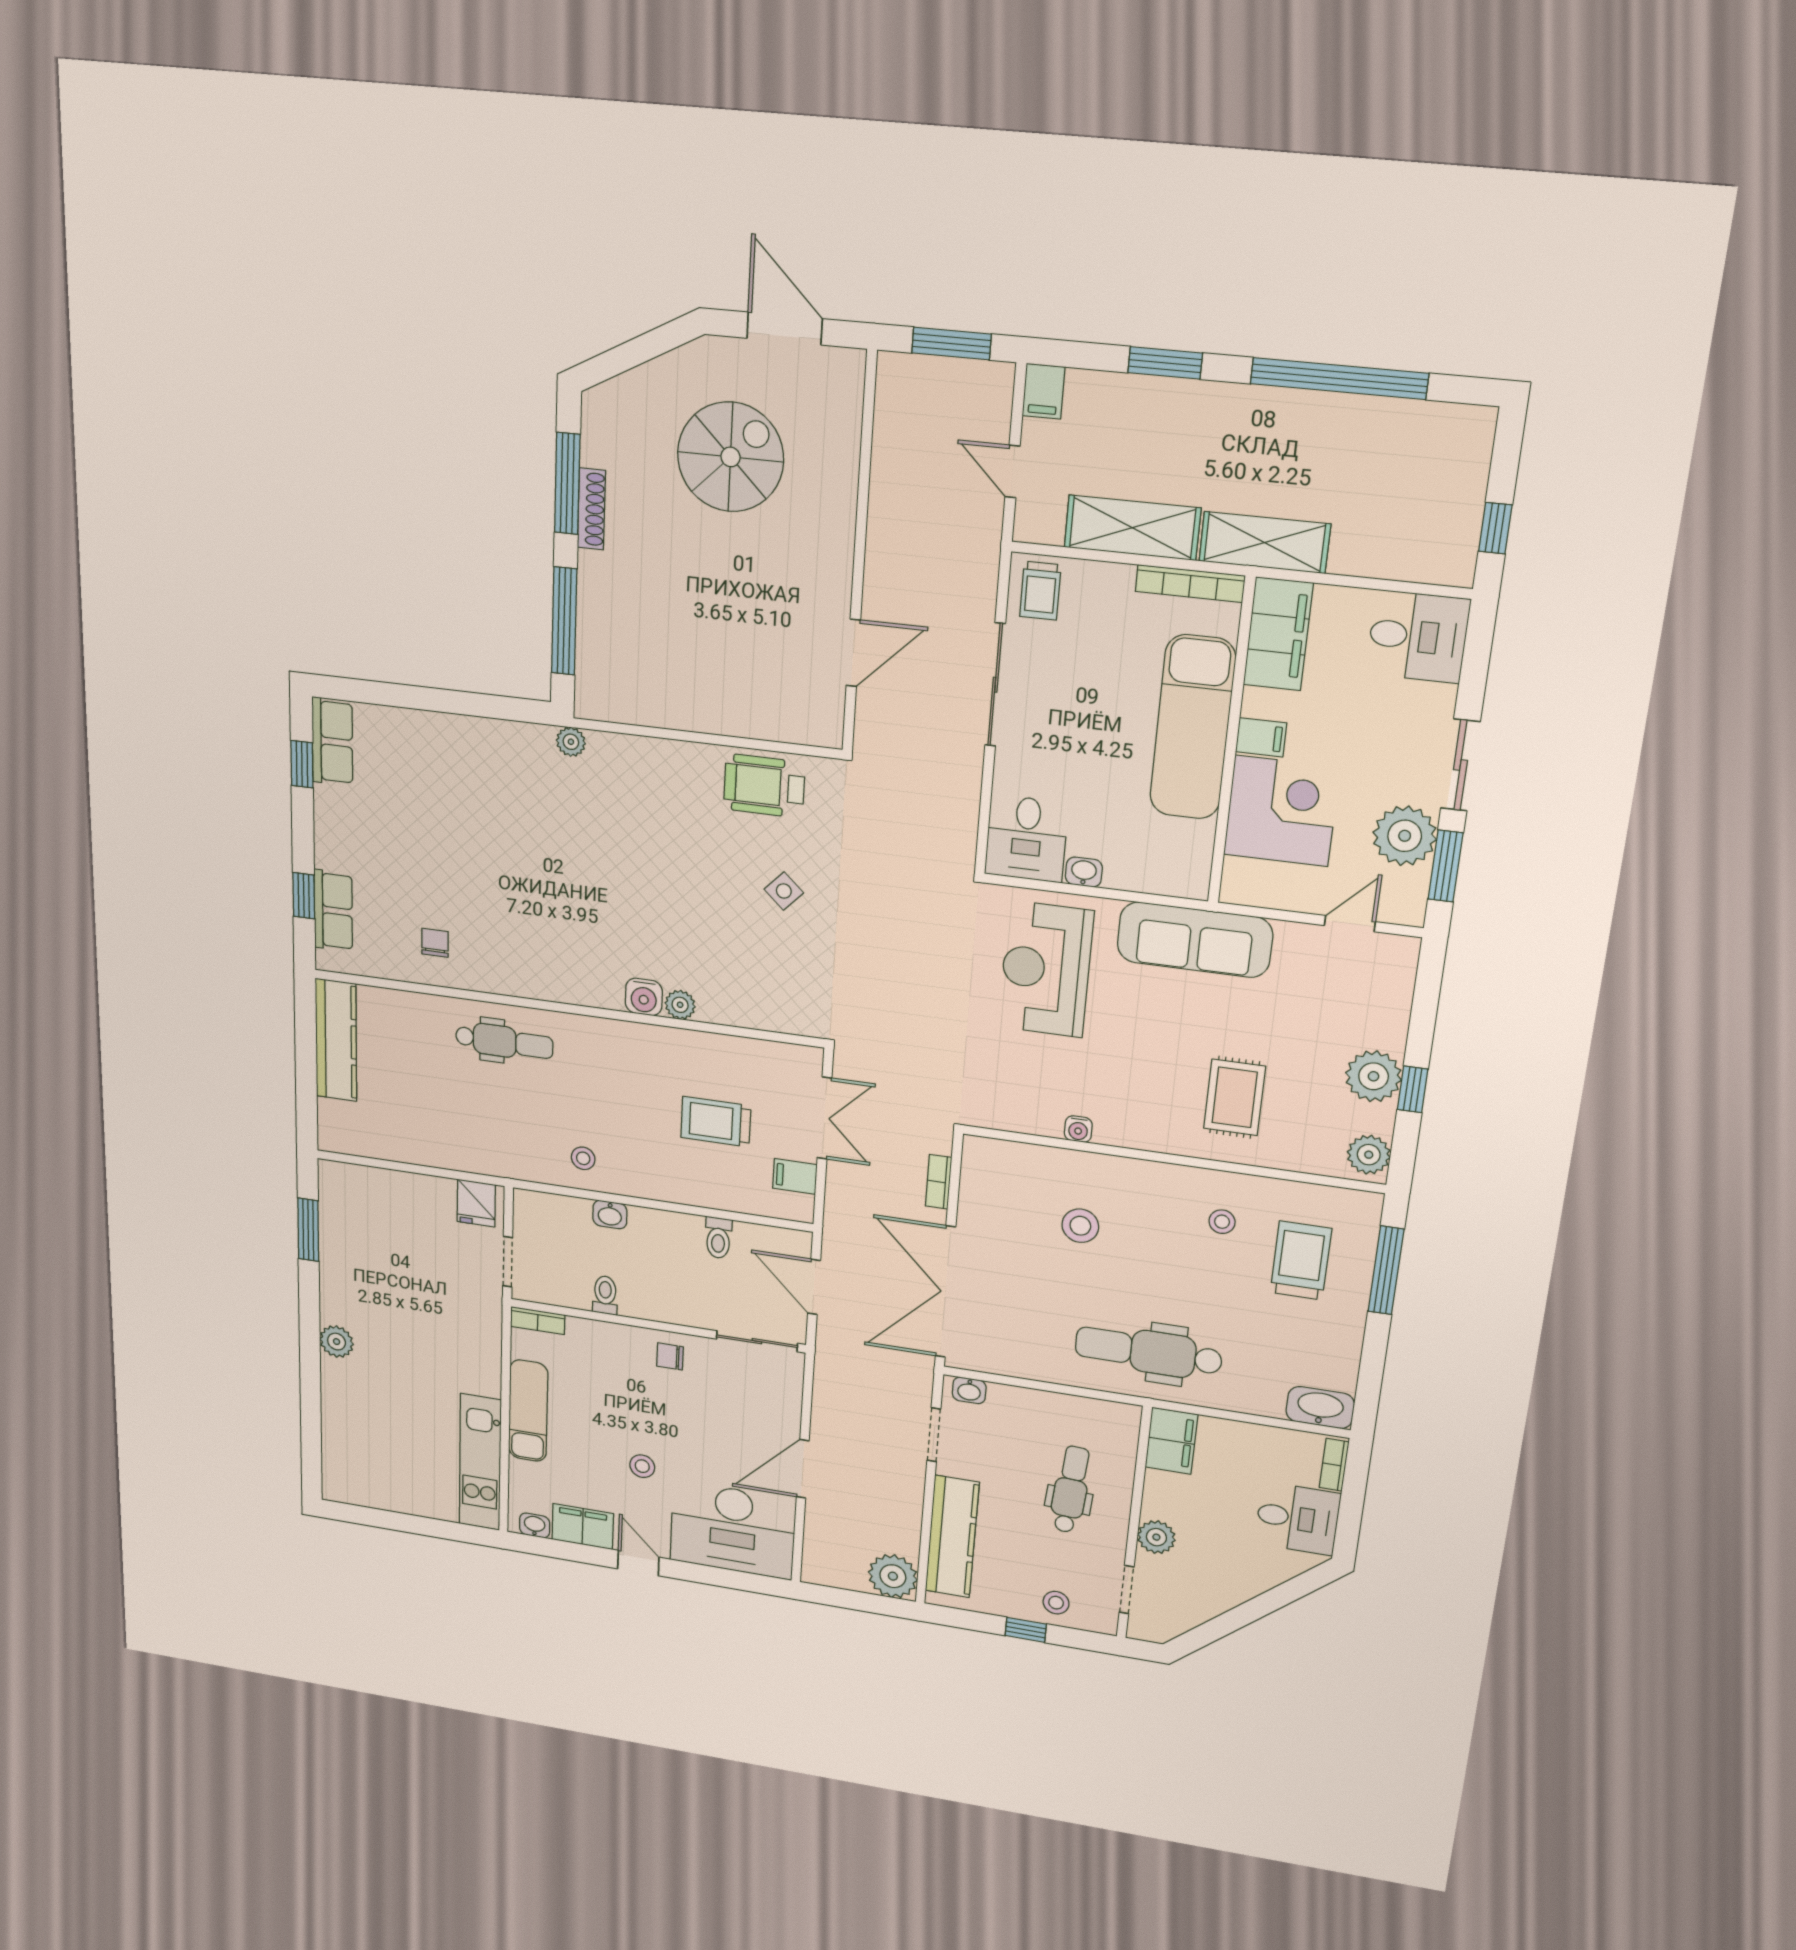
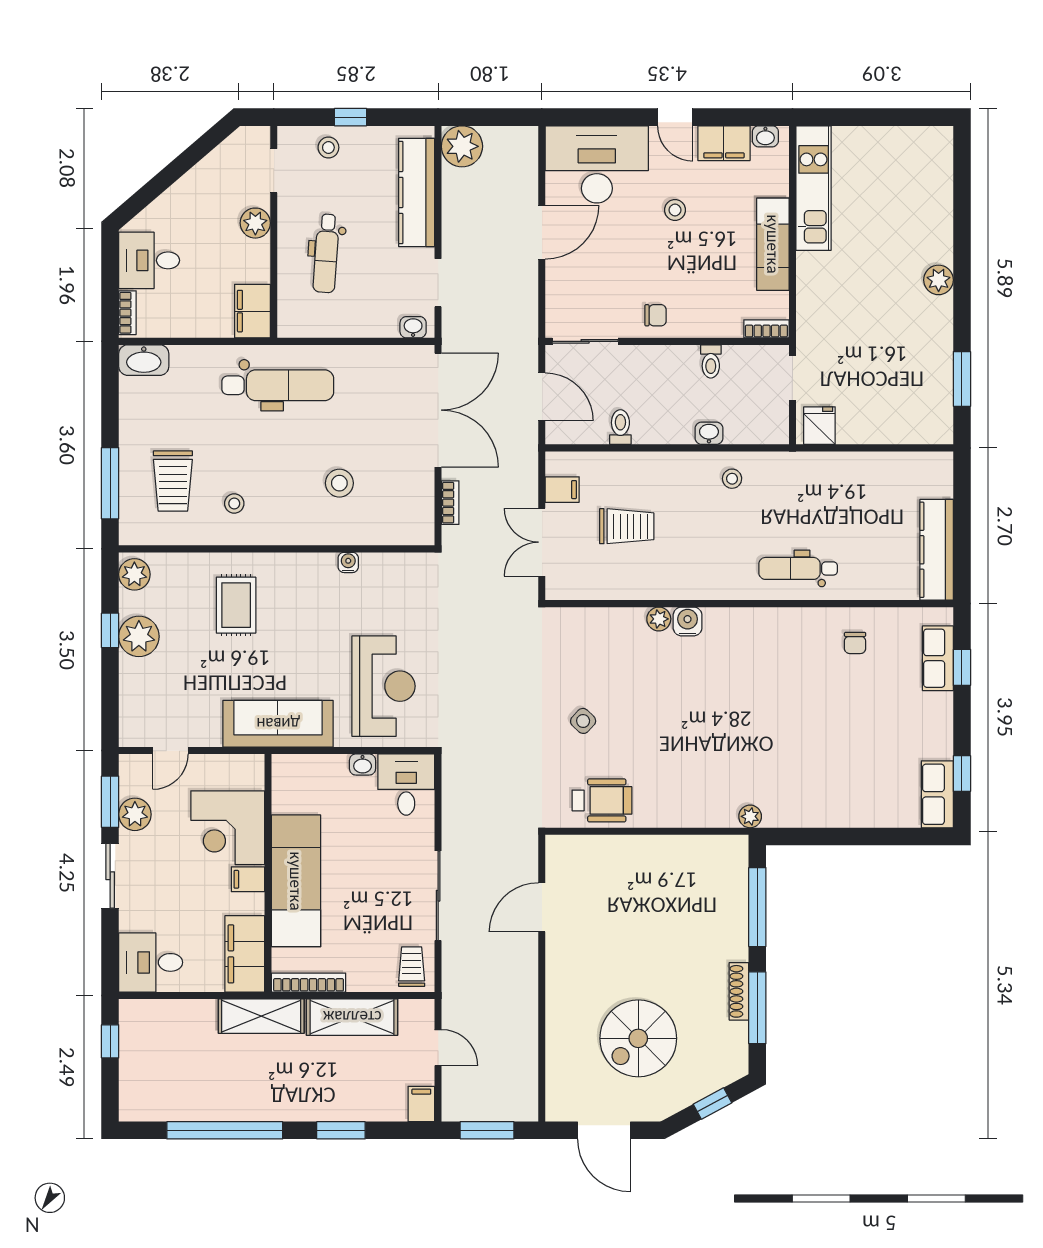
window: (632, 354) -> (712, 1103), added
plant: (1405, 836) -> (135, 814), width x0.73, depth x0.73

